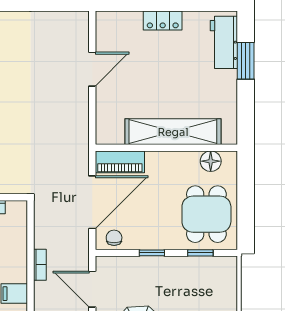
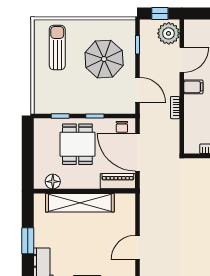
window: (246, 61) -> (28, 241), moved
door: (92, 202) -> (138, 152), hinge flipped
dining table: (206, 214) -> (77, 144), moved

